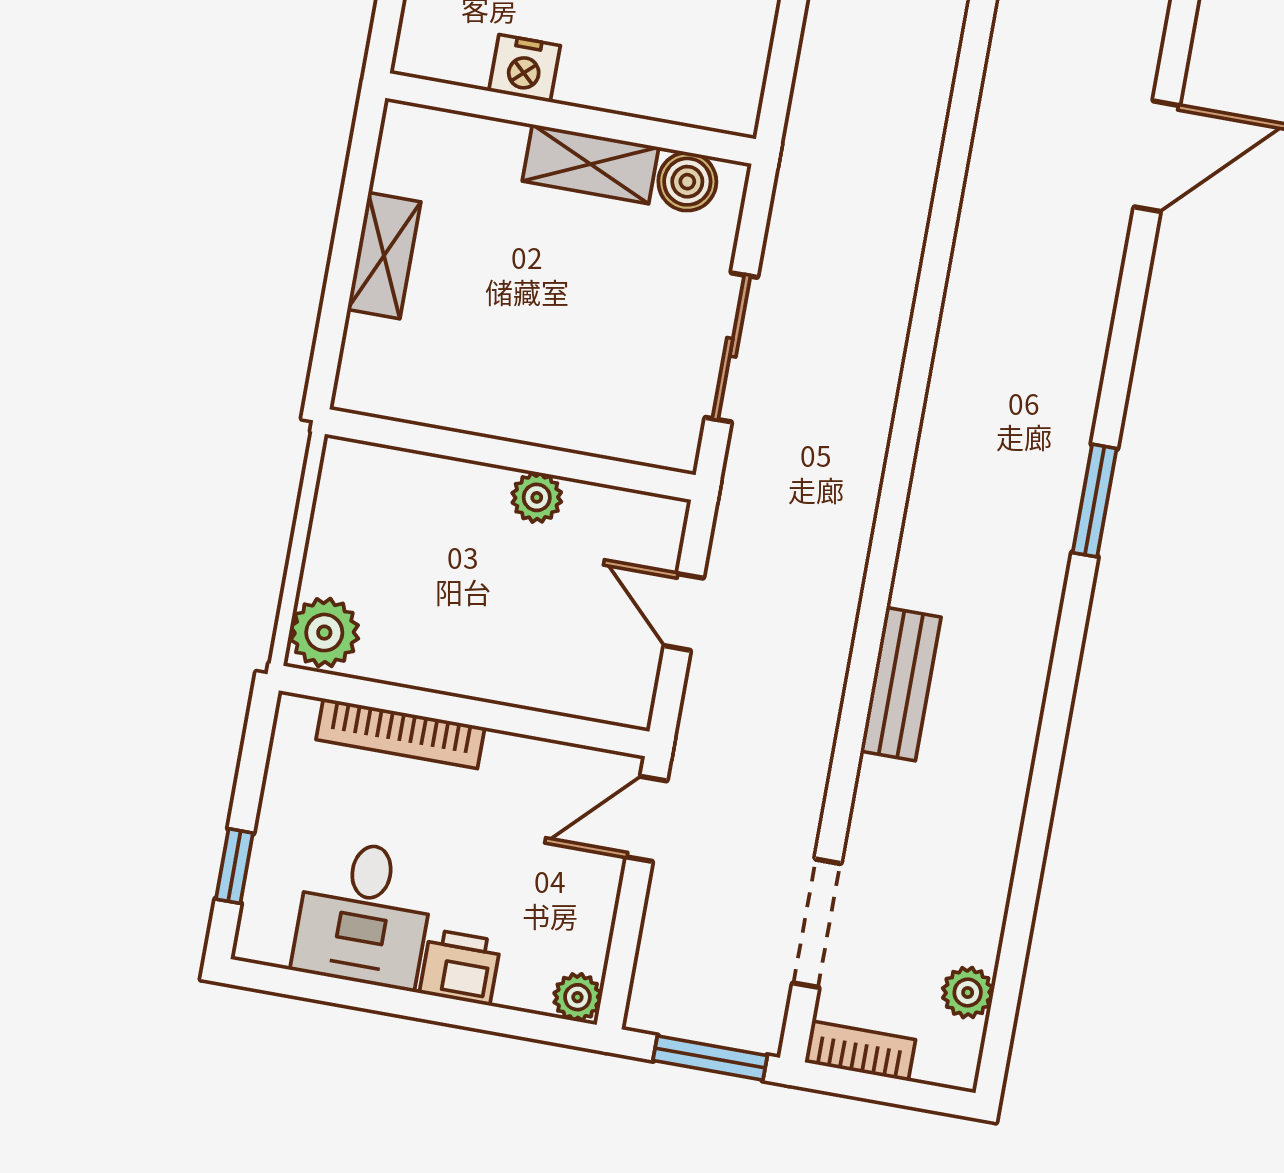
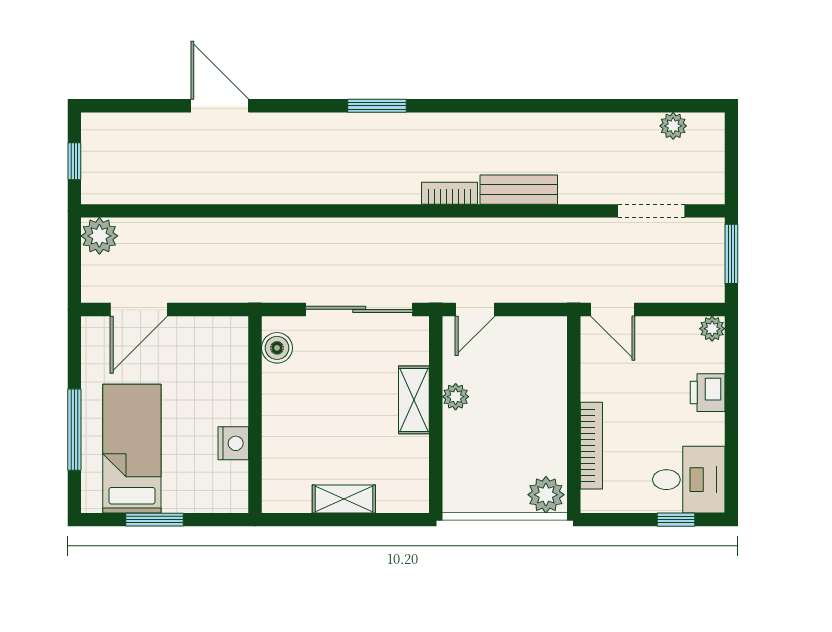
shelving: (591, 164) -> (414, 400), moved
sliding door: (731, 347) -> (359, 309), width x1.37
window: (1095, 501) -> (377, 106), moved
door: (684, 612) -> (475, 309), moved
desk: (364, 914) -> (689, 480), moved
bookcase: (860, 1051) -> (450, 193), moved, turned 90

